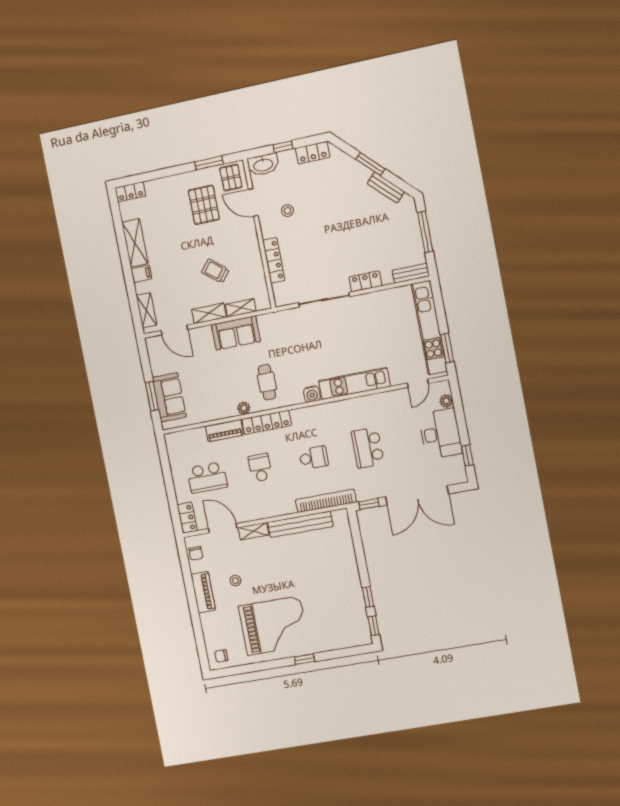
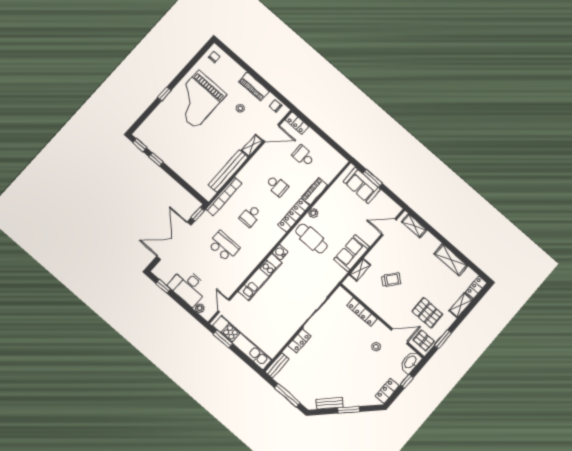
filing cabinet: (141, 274) -> (433, 245), removed
shelving: (209, 313) -> (461, 305), moved
cafe table: (267, 382) -> (312, 239), width x1.37, depth x1.35
school desk: (207, 477) -> (303, 156), width x0.54

